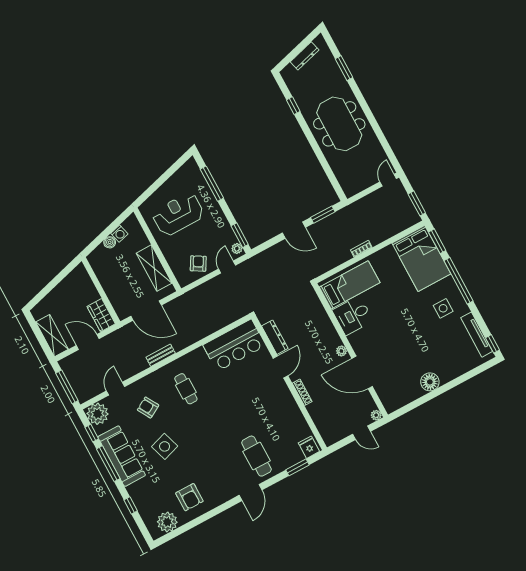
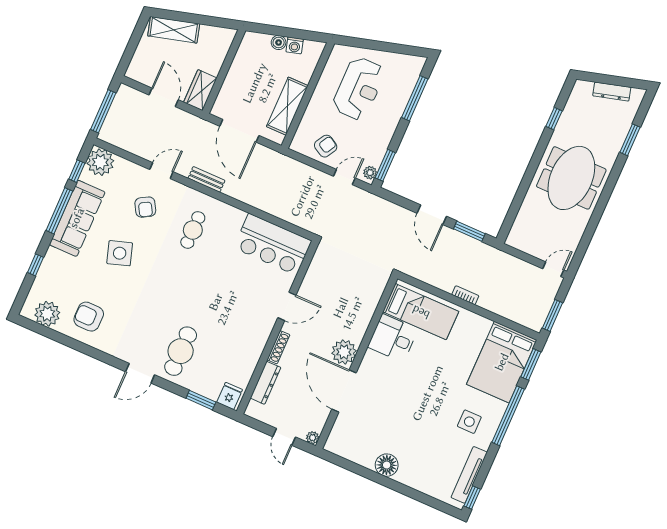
reception desk: (178, 214) -> (359, 89), turned 90
shelving: (52, 336) -> (174, 30), moved, turned 75
dresser: (275, 337) -> (266, 383), moved
plant: (341, 351) -> (344, 352), width x1.88, depth x1.88
door: (116, 389) -> (161, 171), moved
armchair: (148, 407) -> (145, 207), turned 180
armchair: (189, 497) -> (89, 317), turned 90

